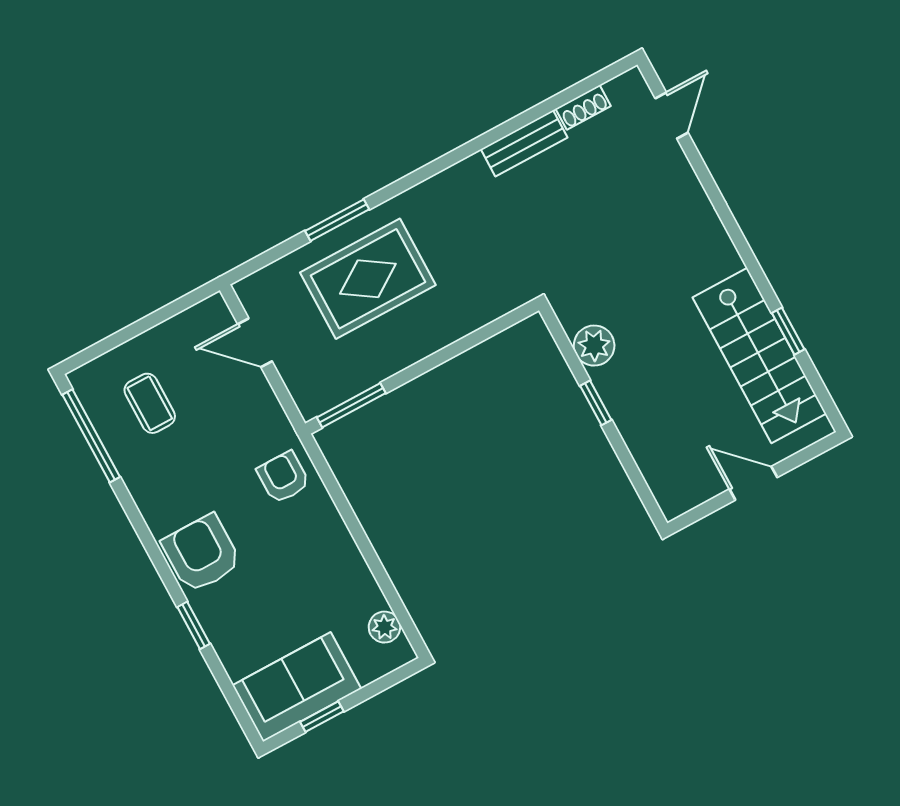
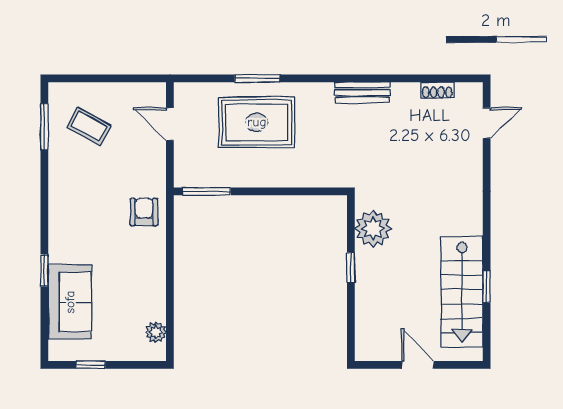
bench: (524, 143) -> (363, 93), moved
plant: (594, 346) -> (373, 229), width x1.36, depth x1.36
coffee table: (150, 403) -> (89, 126), turned -62
window: (91, 436) -> (44, 127), width x0.69
armchair: (202, 553) -> (72, 231), removed
sofa: (297, 687) -> (70, 302), moved, turned 90

